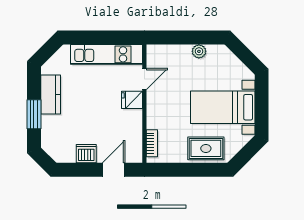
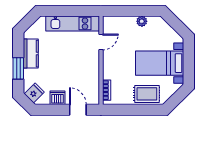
fridge: (132, 100) -> (34, 93), moved, turned 135
door: (114, 170) -> (78, 110), hinge flipped

